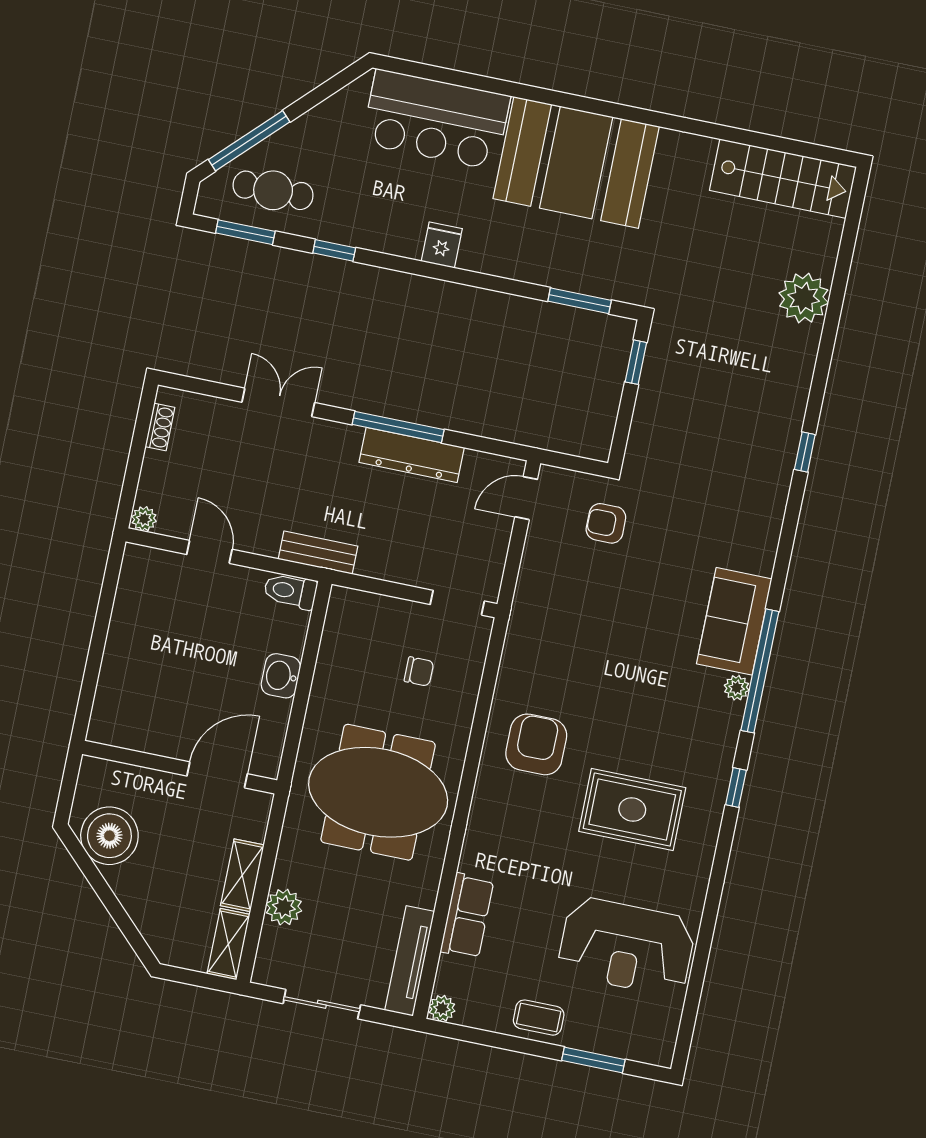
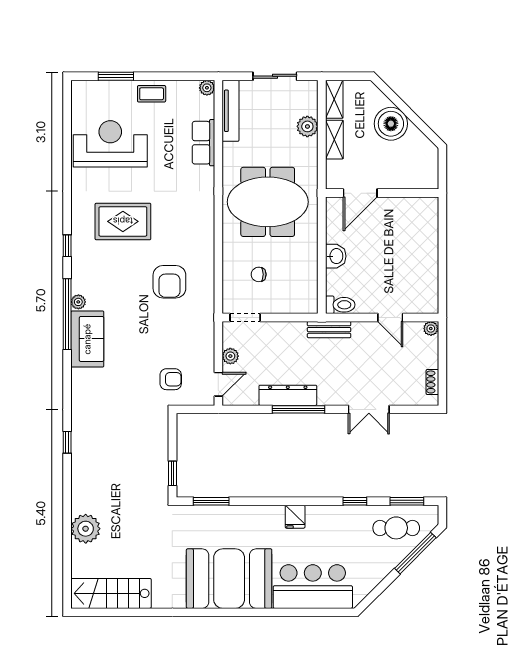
plant: (496, 542) -> (230, 356), added
armchair: (536, 744) -> (169, 282), moved
boiler: (109, 836) -> (391, 124), moved

